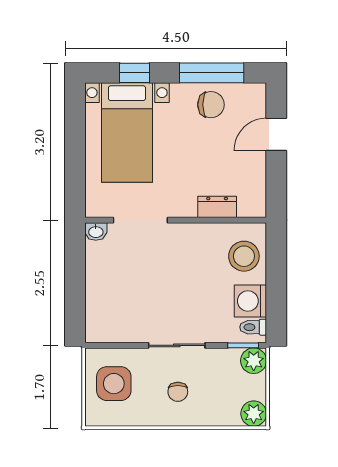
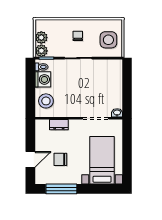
window: (135, 73) -> (98, 189), removed
chair: (211, 105) -> (60, 159), moved
plant: (254, 414) -> (41, 38), moved

